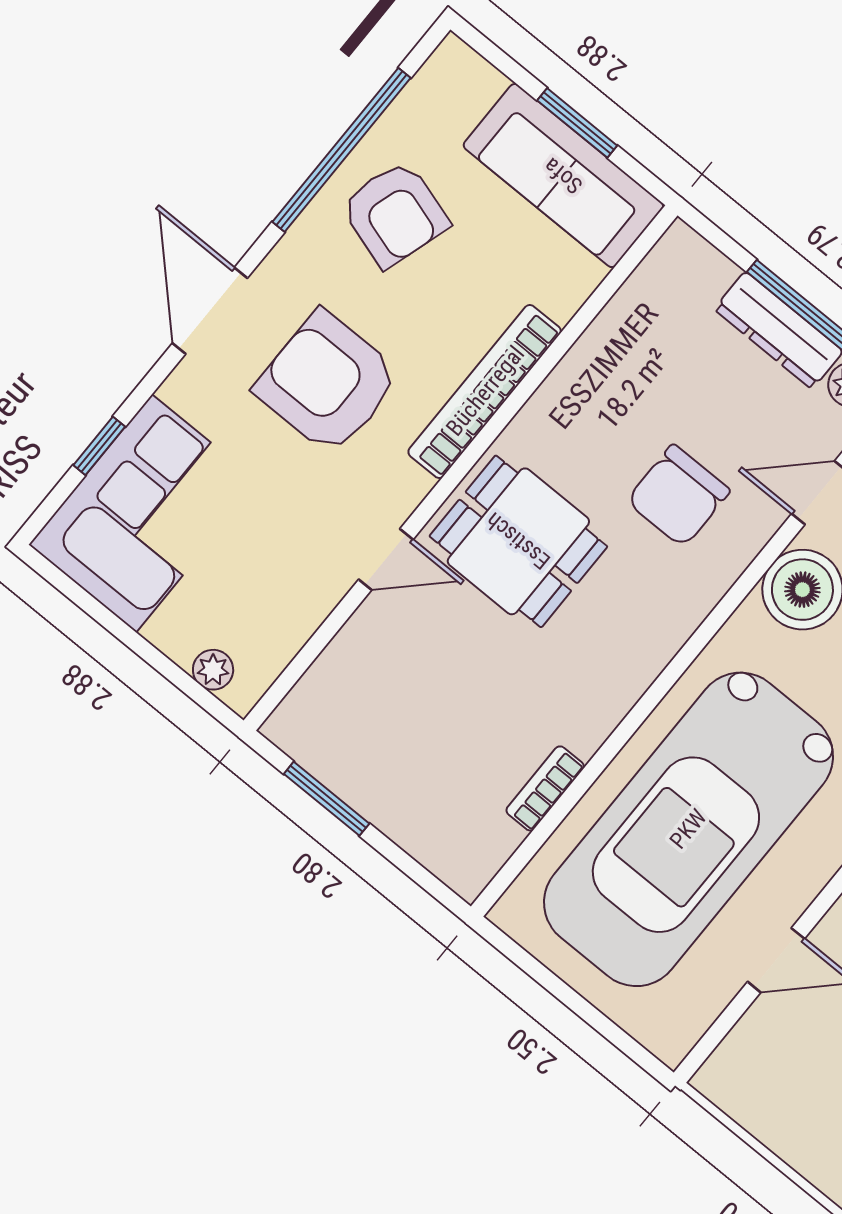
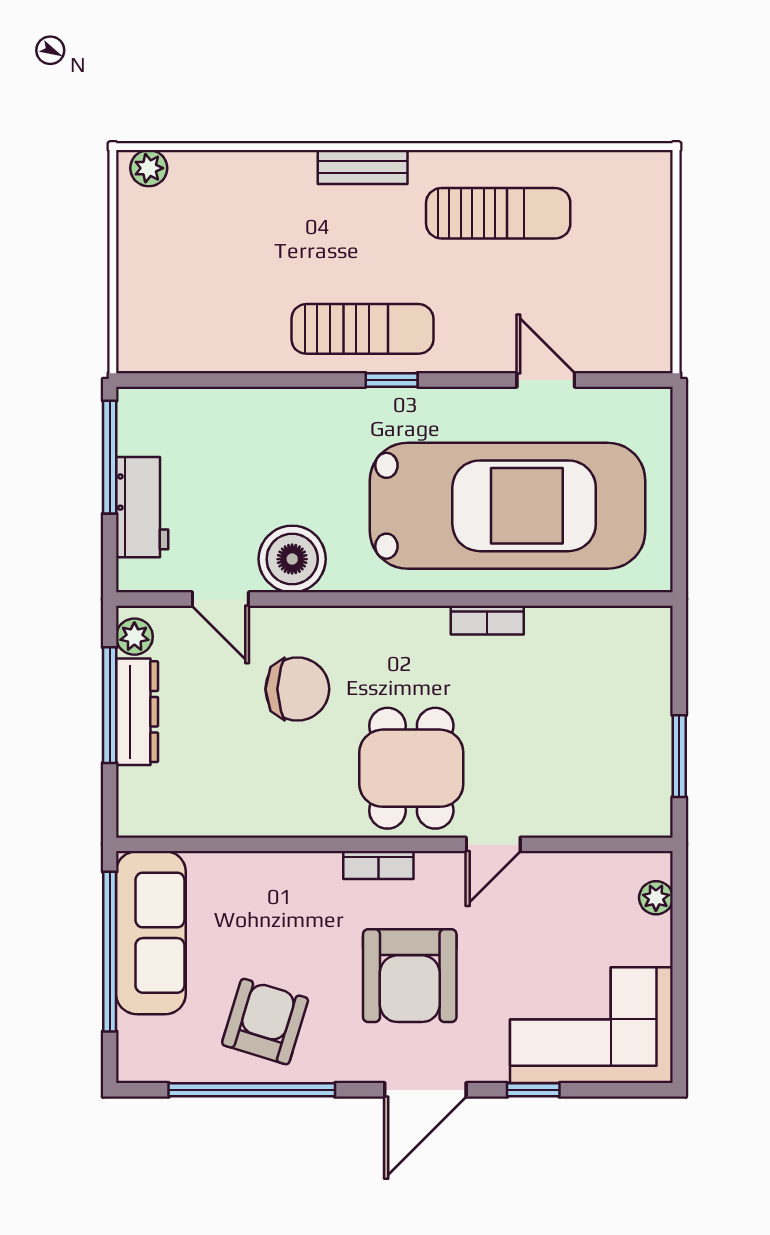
window: (577, 123) -> (110, 952), width x2.11
bookcase: (485, 391) -> (378, 865), width x0.43, depth x0.76
window: (99, 446) -> (533, 1090), moved
door: (386, 559) -> (493, 844), swing flipped
bookcase: (545, 788) -> (487, 620), moved

